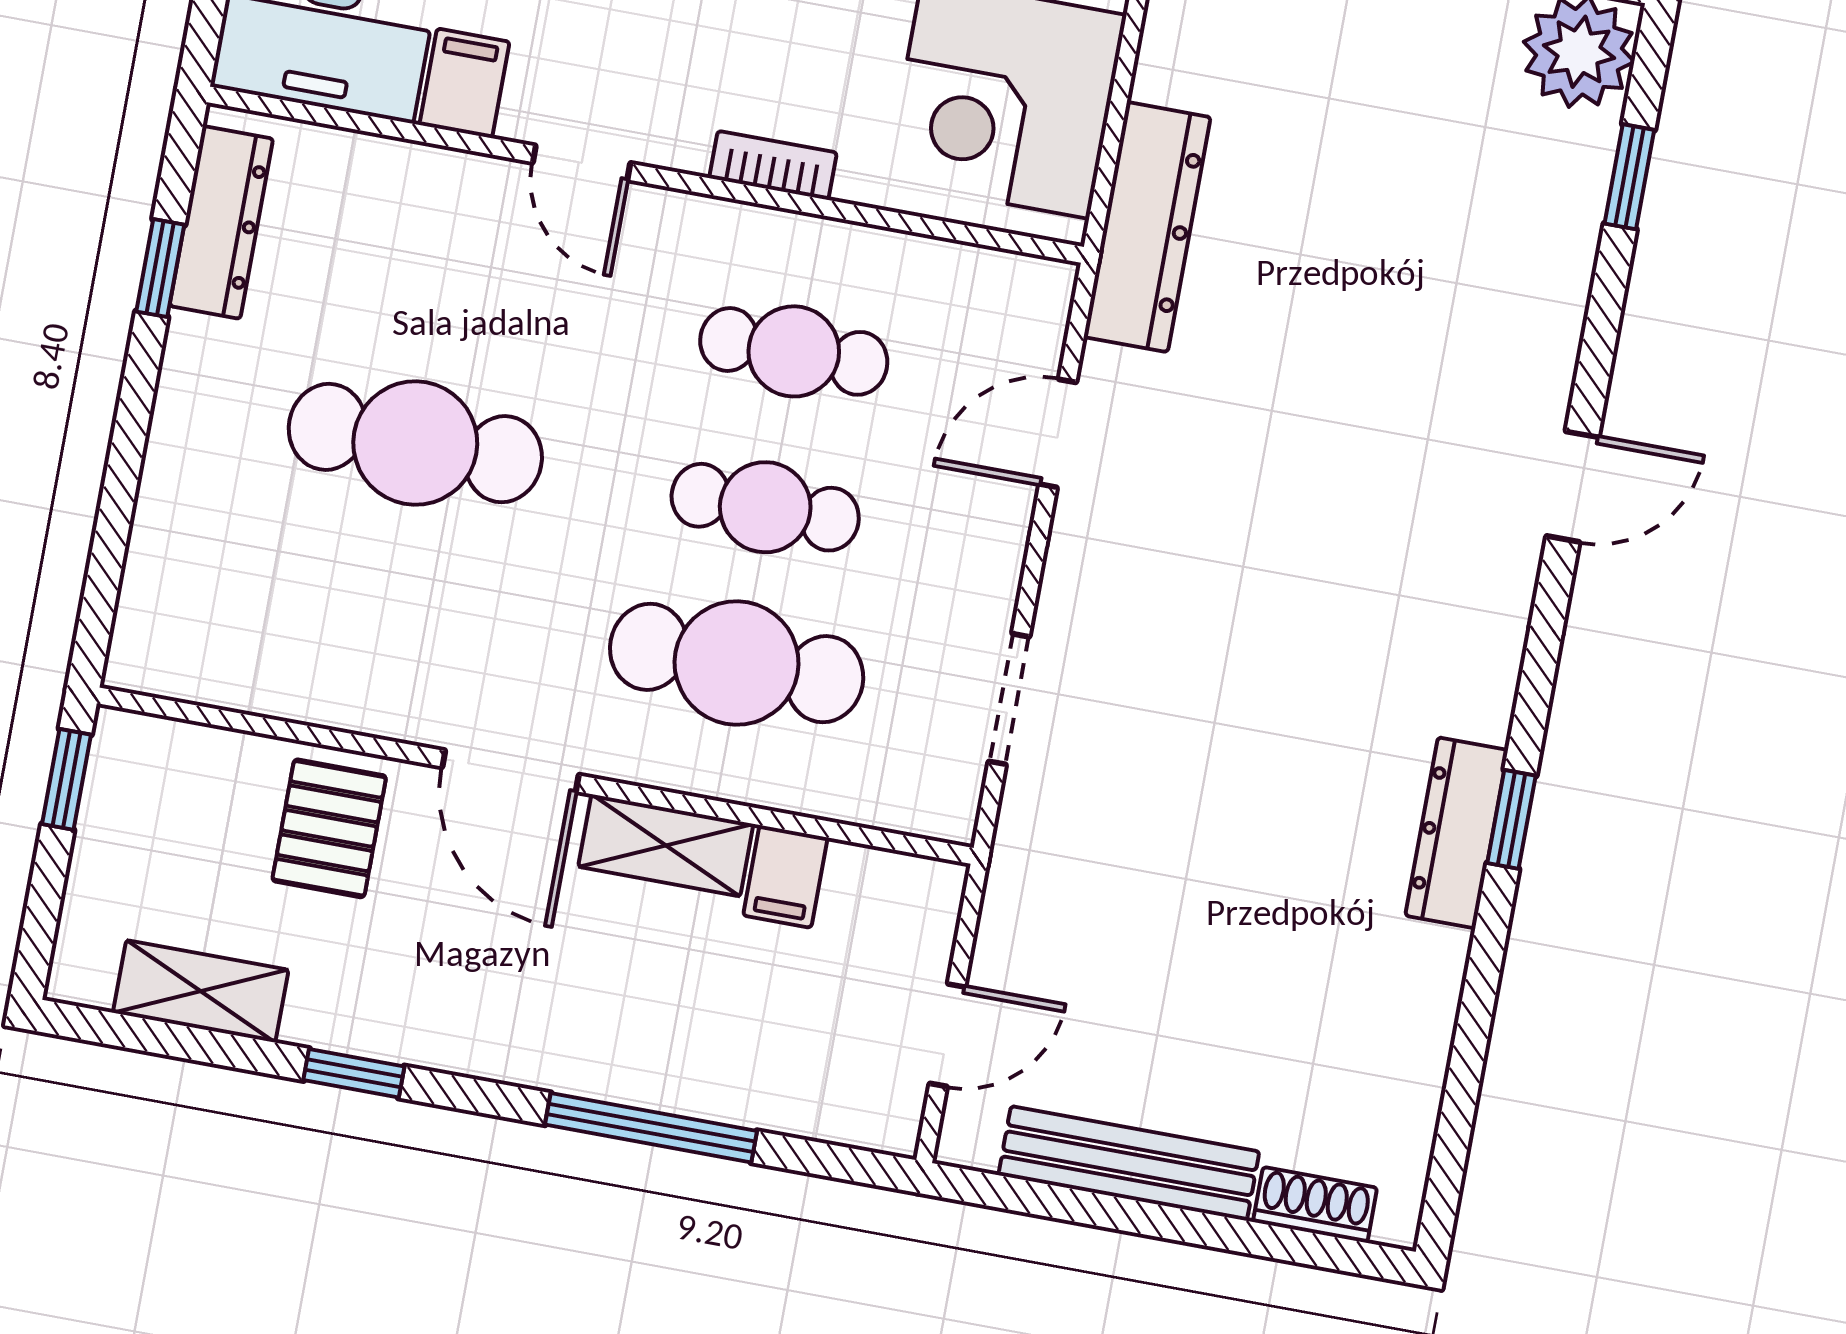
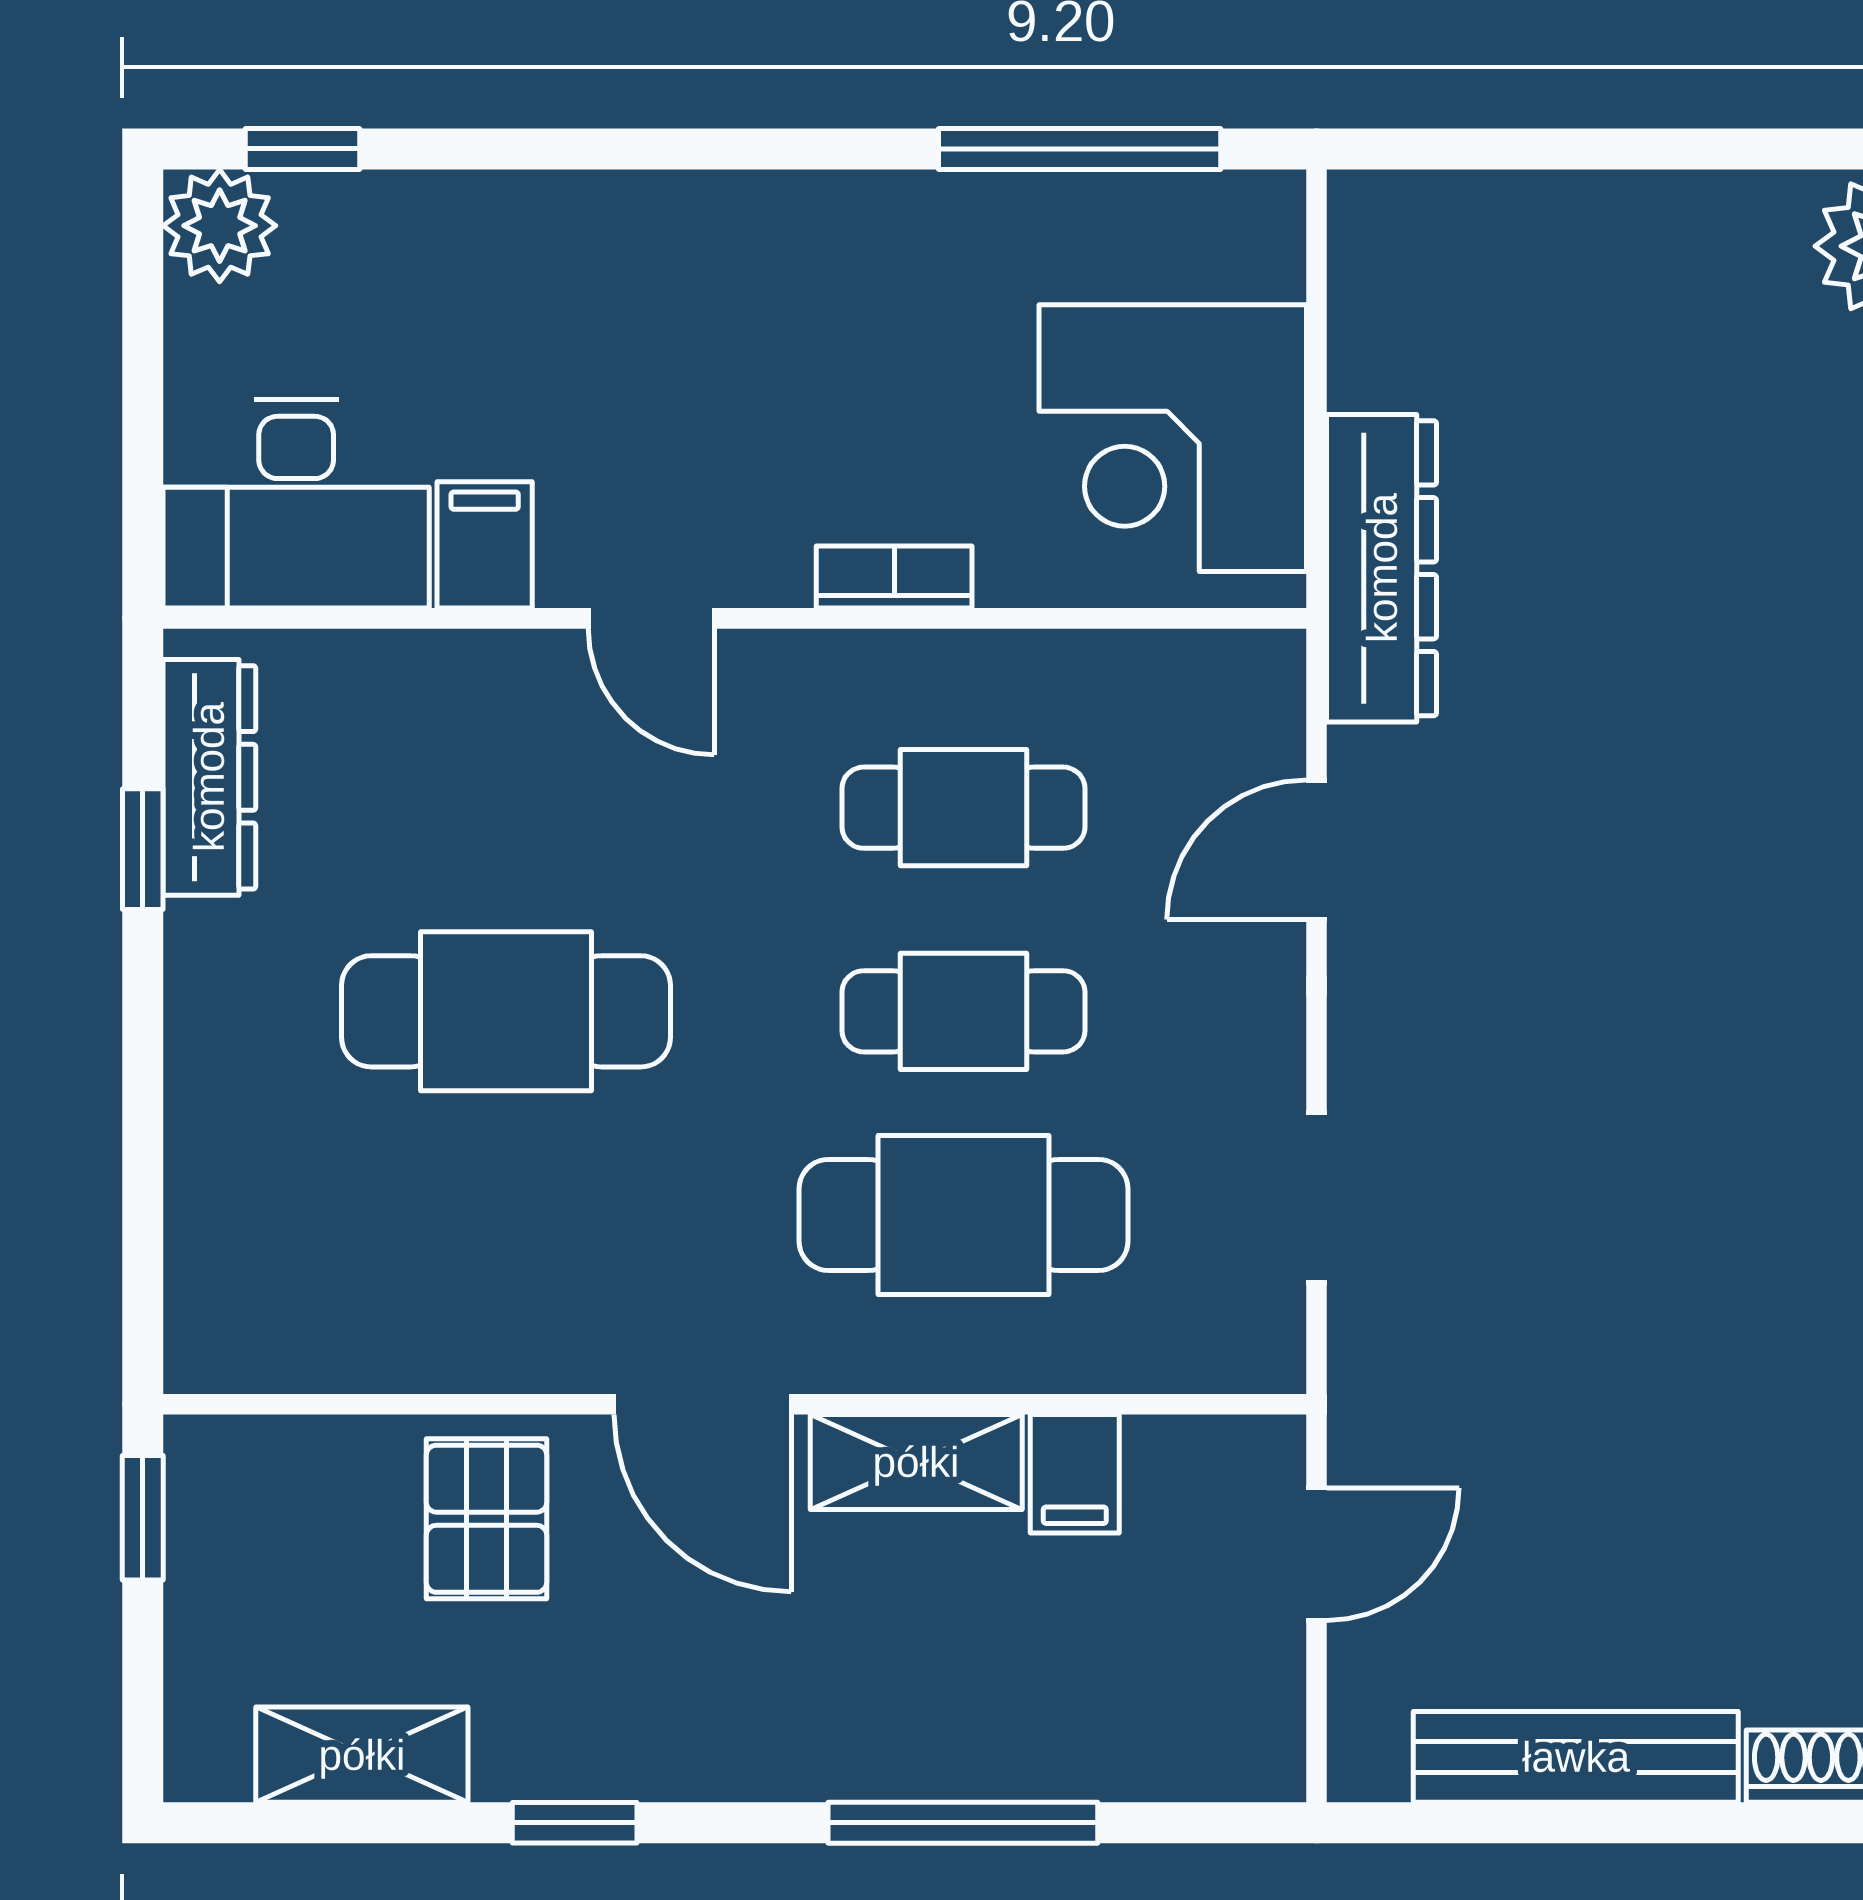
door: (947, 1035) -> (1316, 1554), moved

